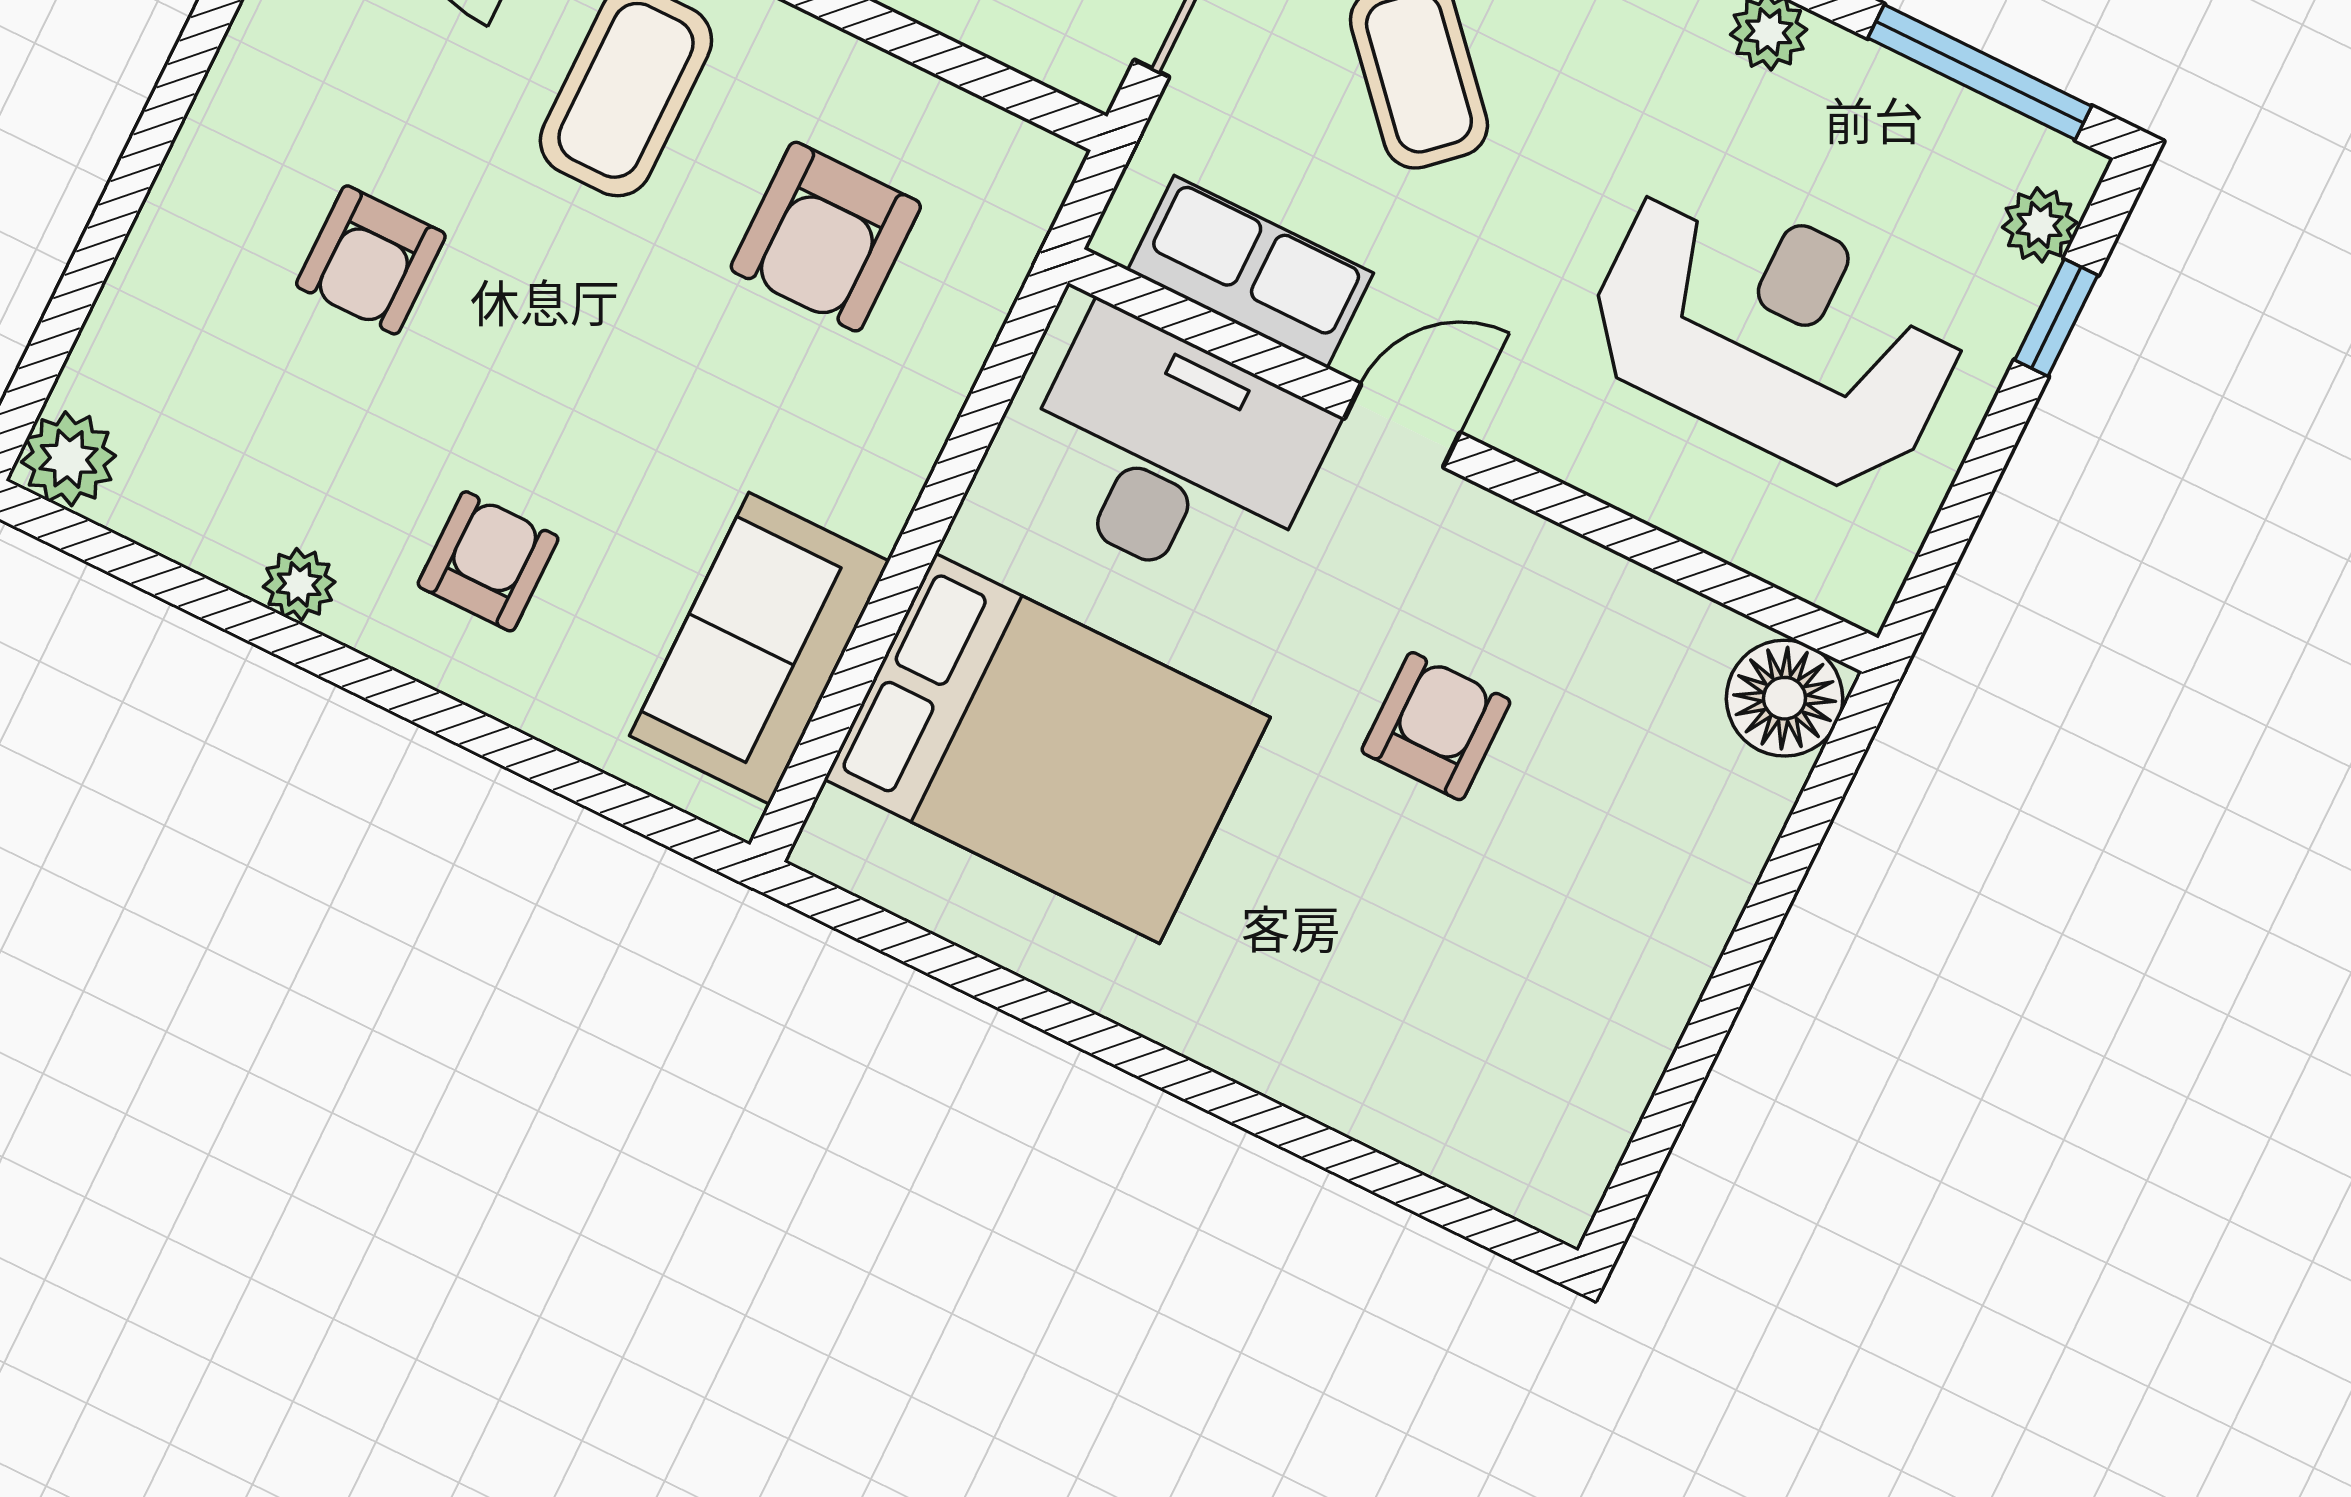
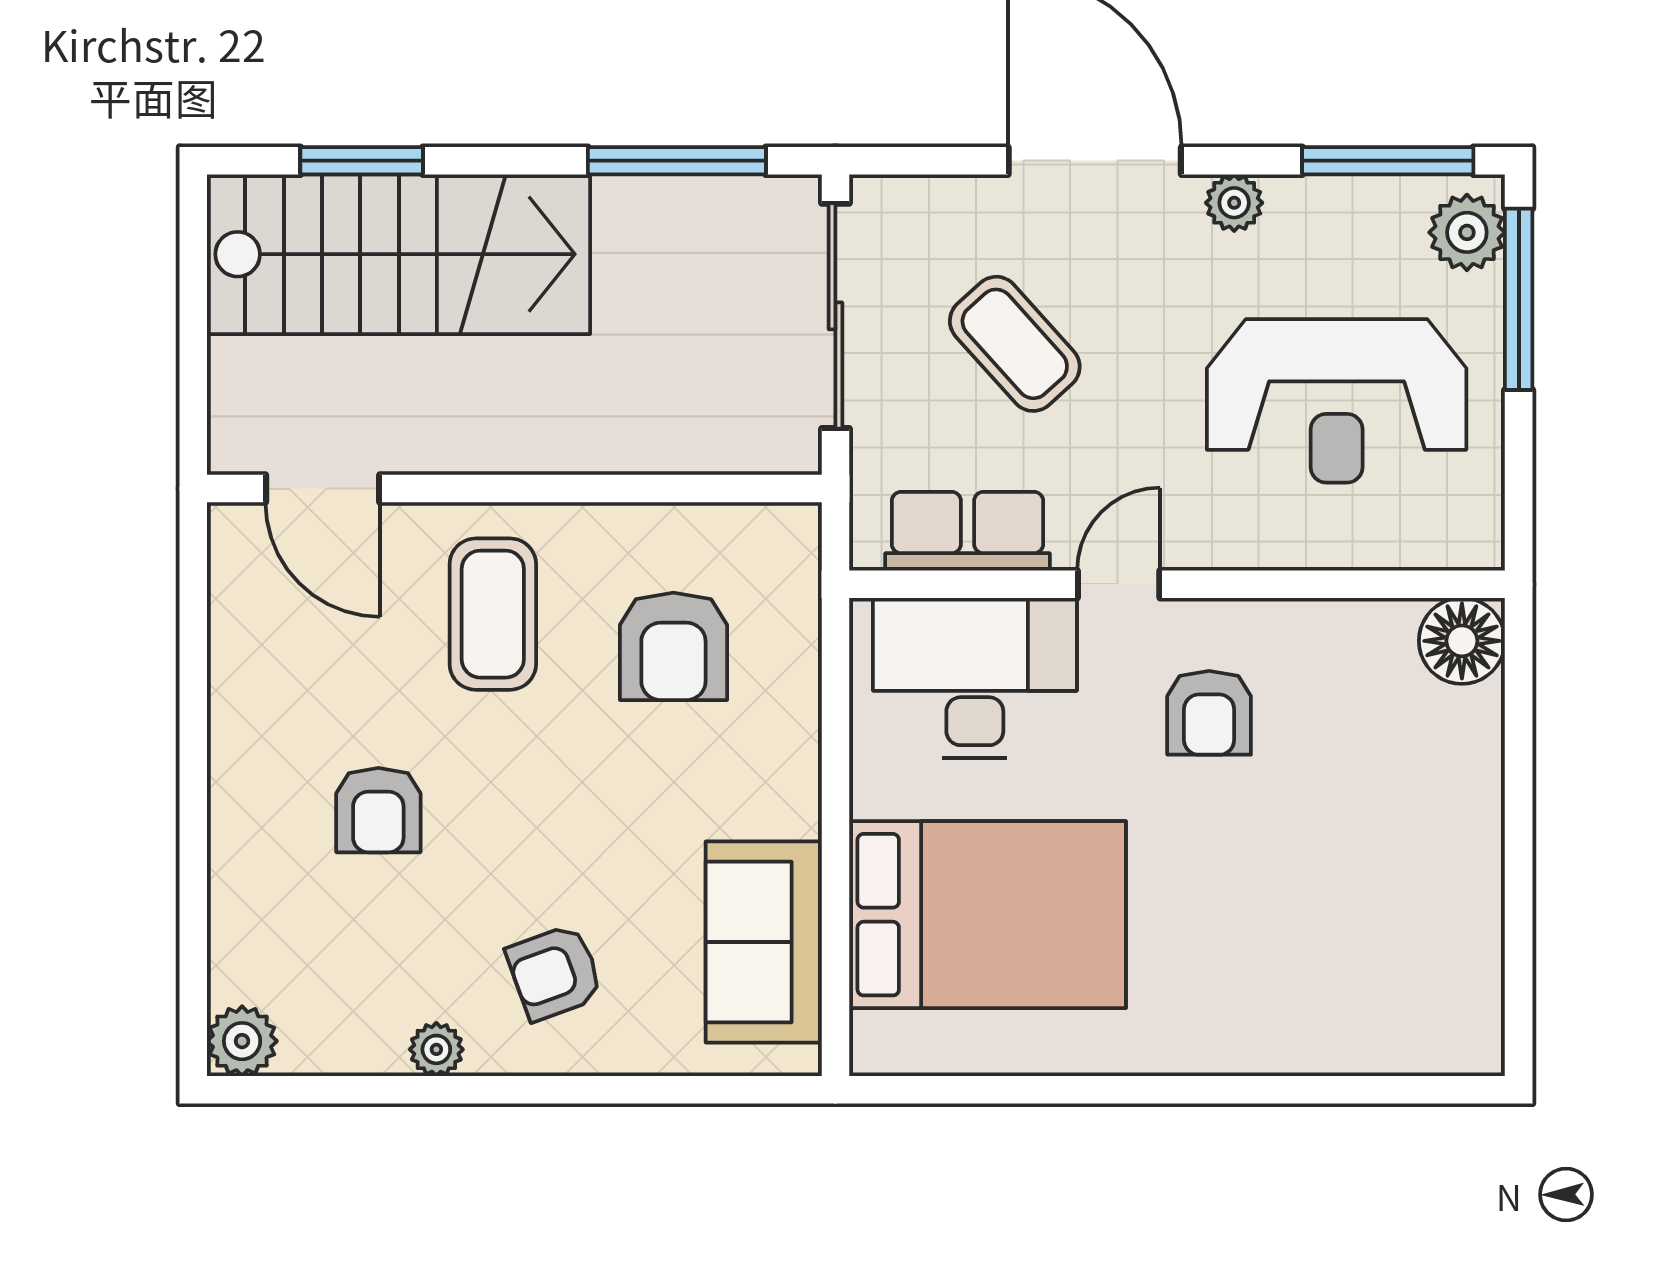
plant: (2040, 225) -> (1467, 232), width x1.38, depth x1.38
window: (2056, 318) -> (1519, 299), width x2.17
reception desk: (1775, 333) -> (1337, 401), turned 180
armchair: (488, 561) -> (555, 972), turned -110
armchair: (1436, 726) -> (1209, 713), moved, turned 180

